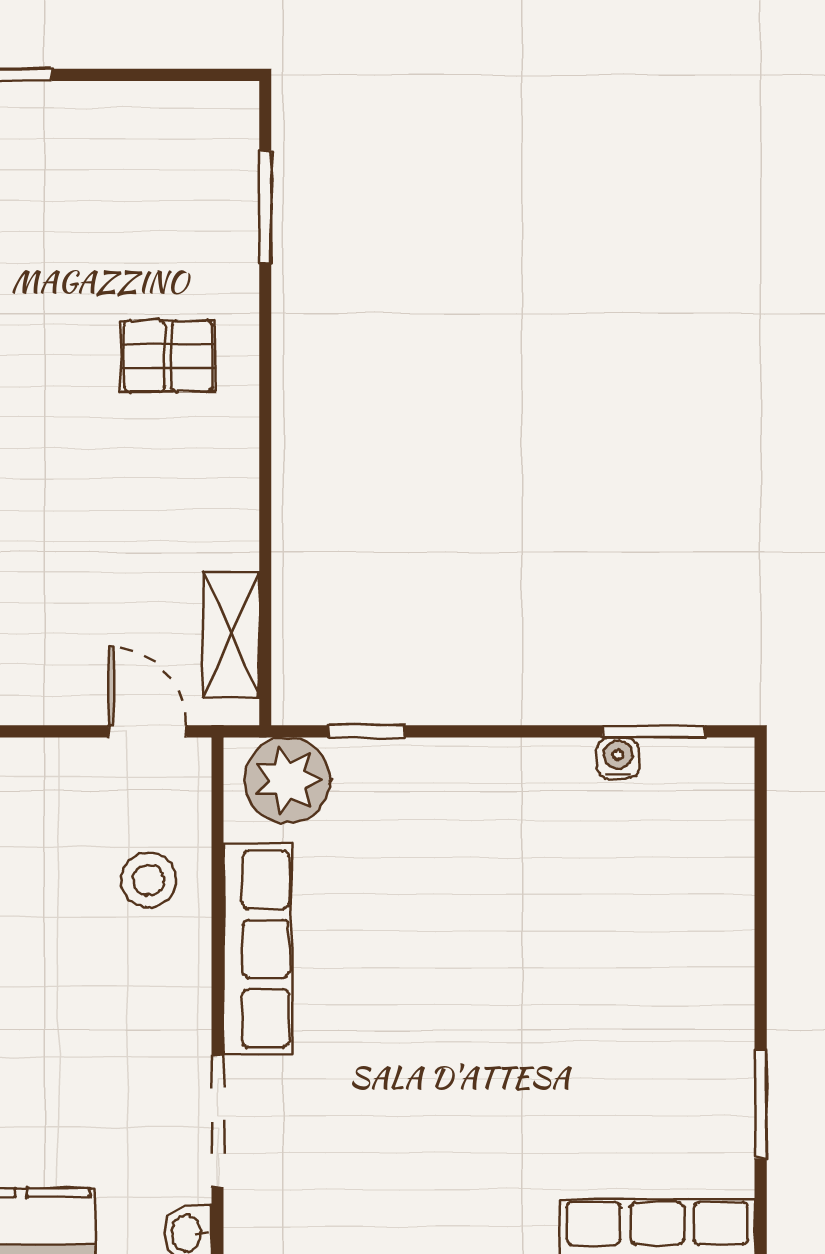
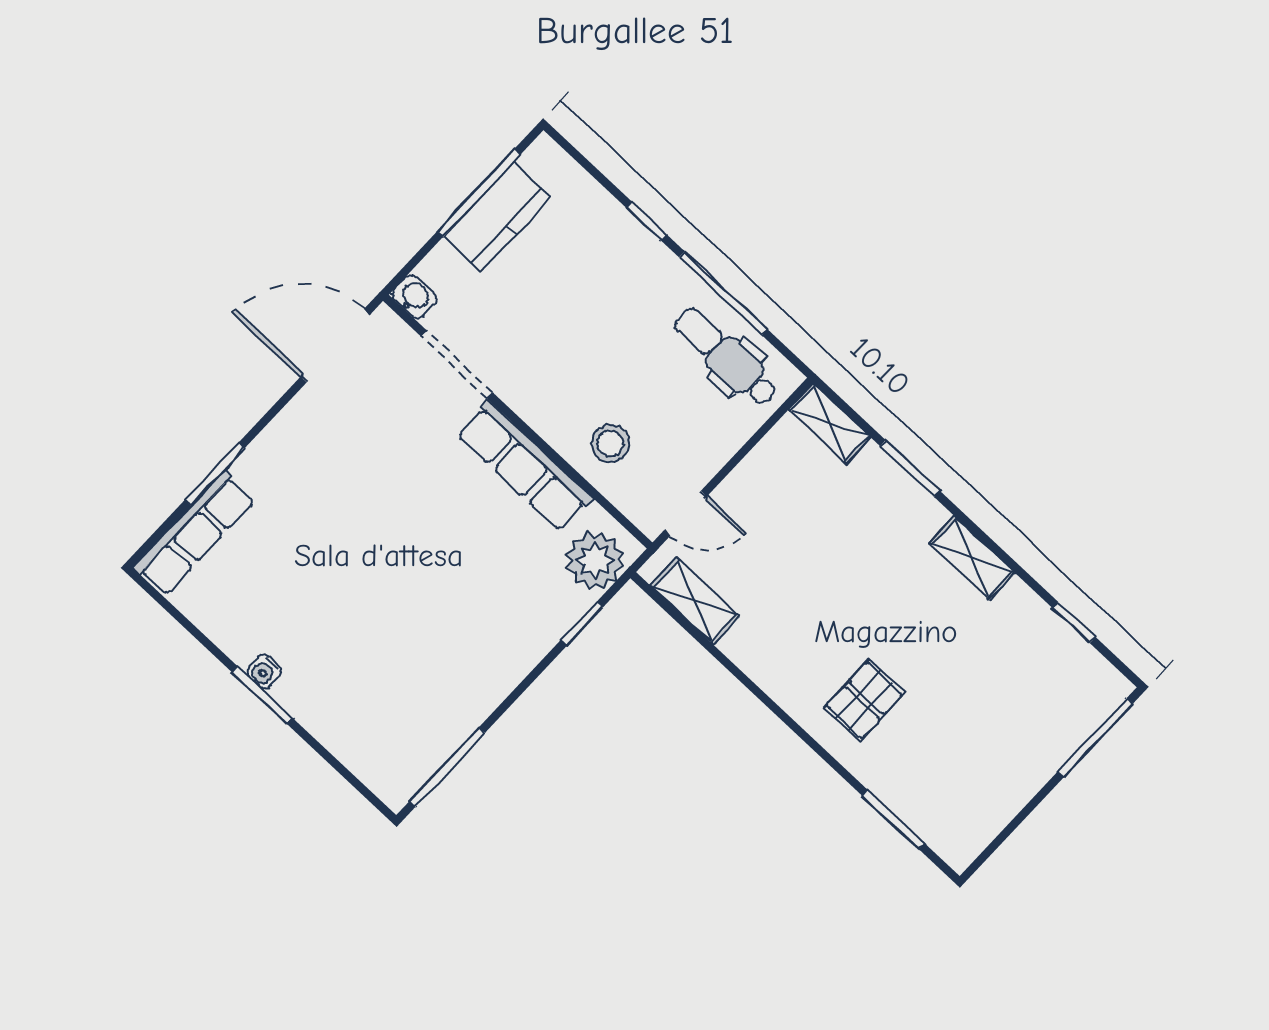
window: (653, 731) -> (447, 767), width x1.44
water cooler: (618, 758) -> (264, 671), moved, turned 90
window: (761, 1104) -> (262, 695), moved

